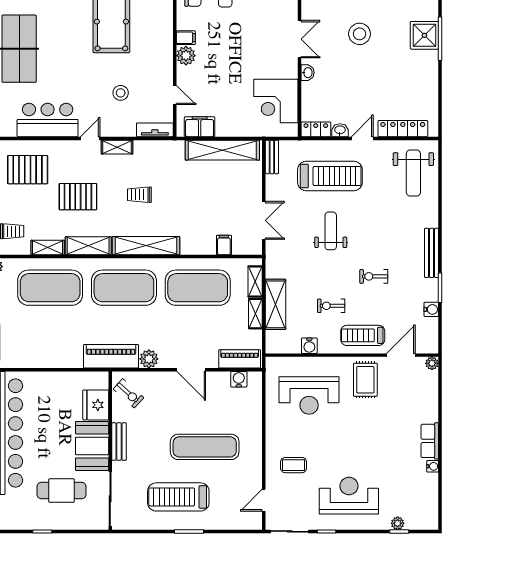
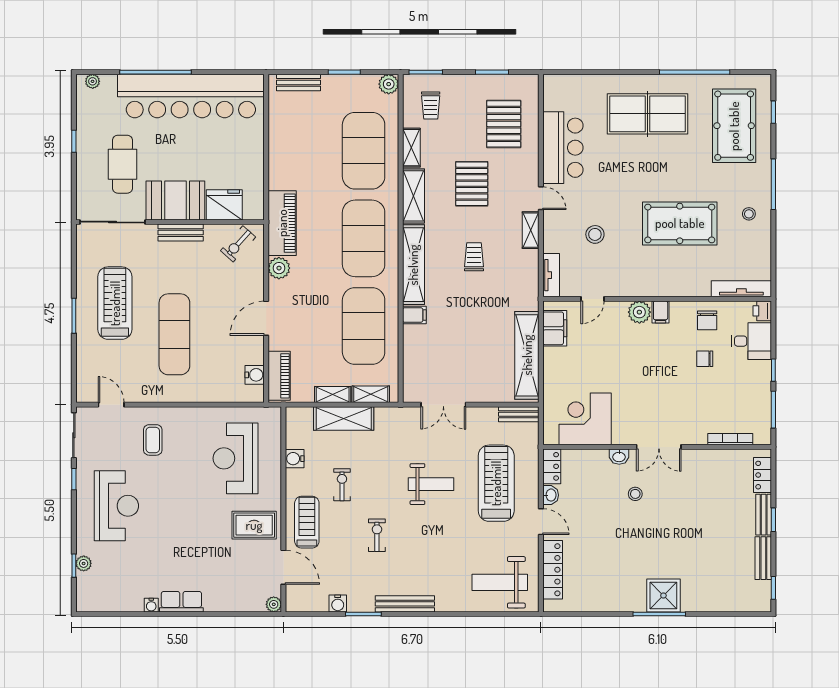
stool: (360, 34) -> (635, 494), moved, width x0.53, depth x0.53
treadmill: (330, 176) -> (496, 483), turned 180
filing cabinet: (224, 245) -> (414, 315), moved

